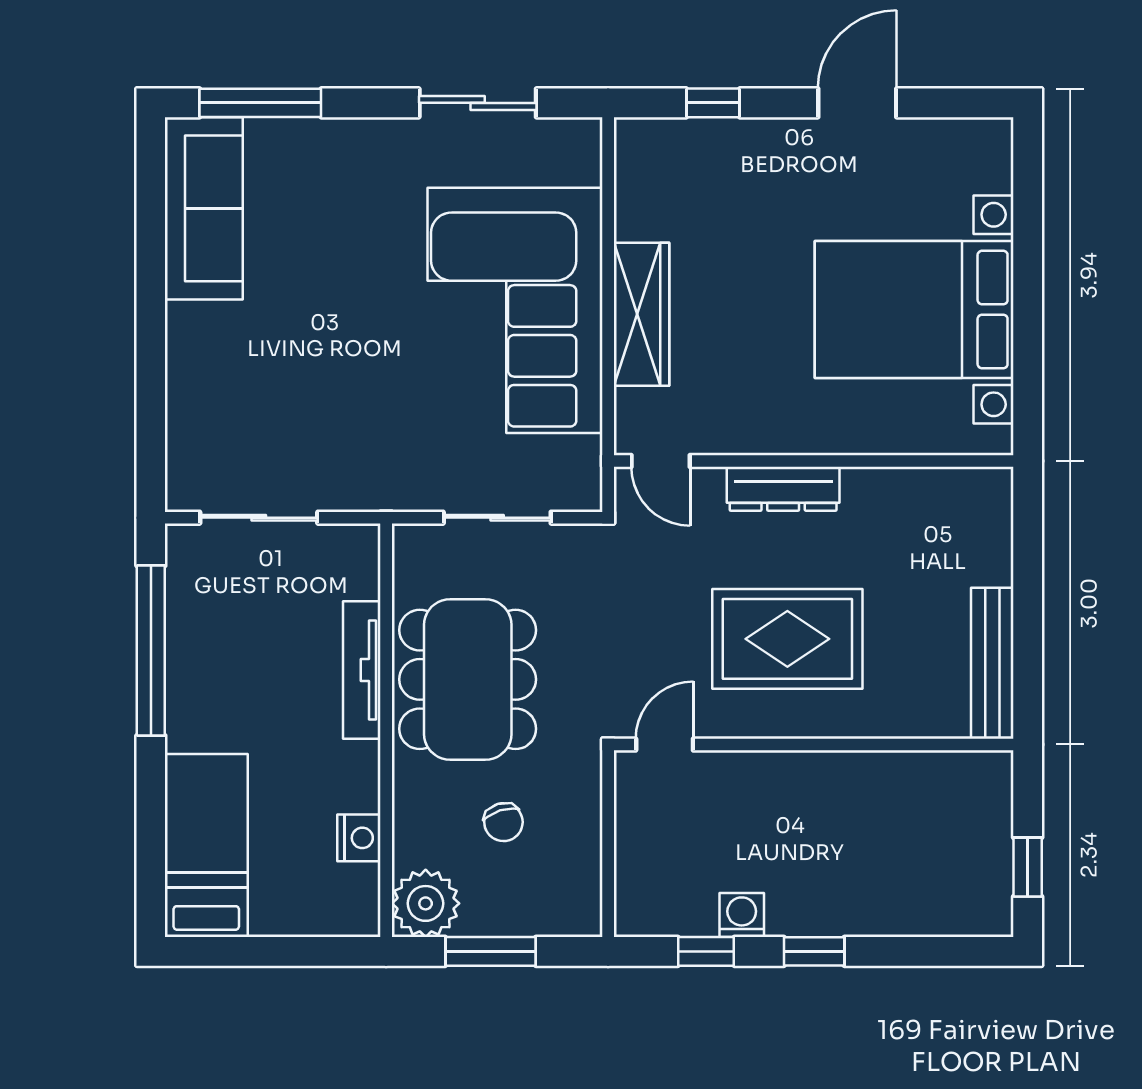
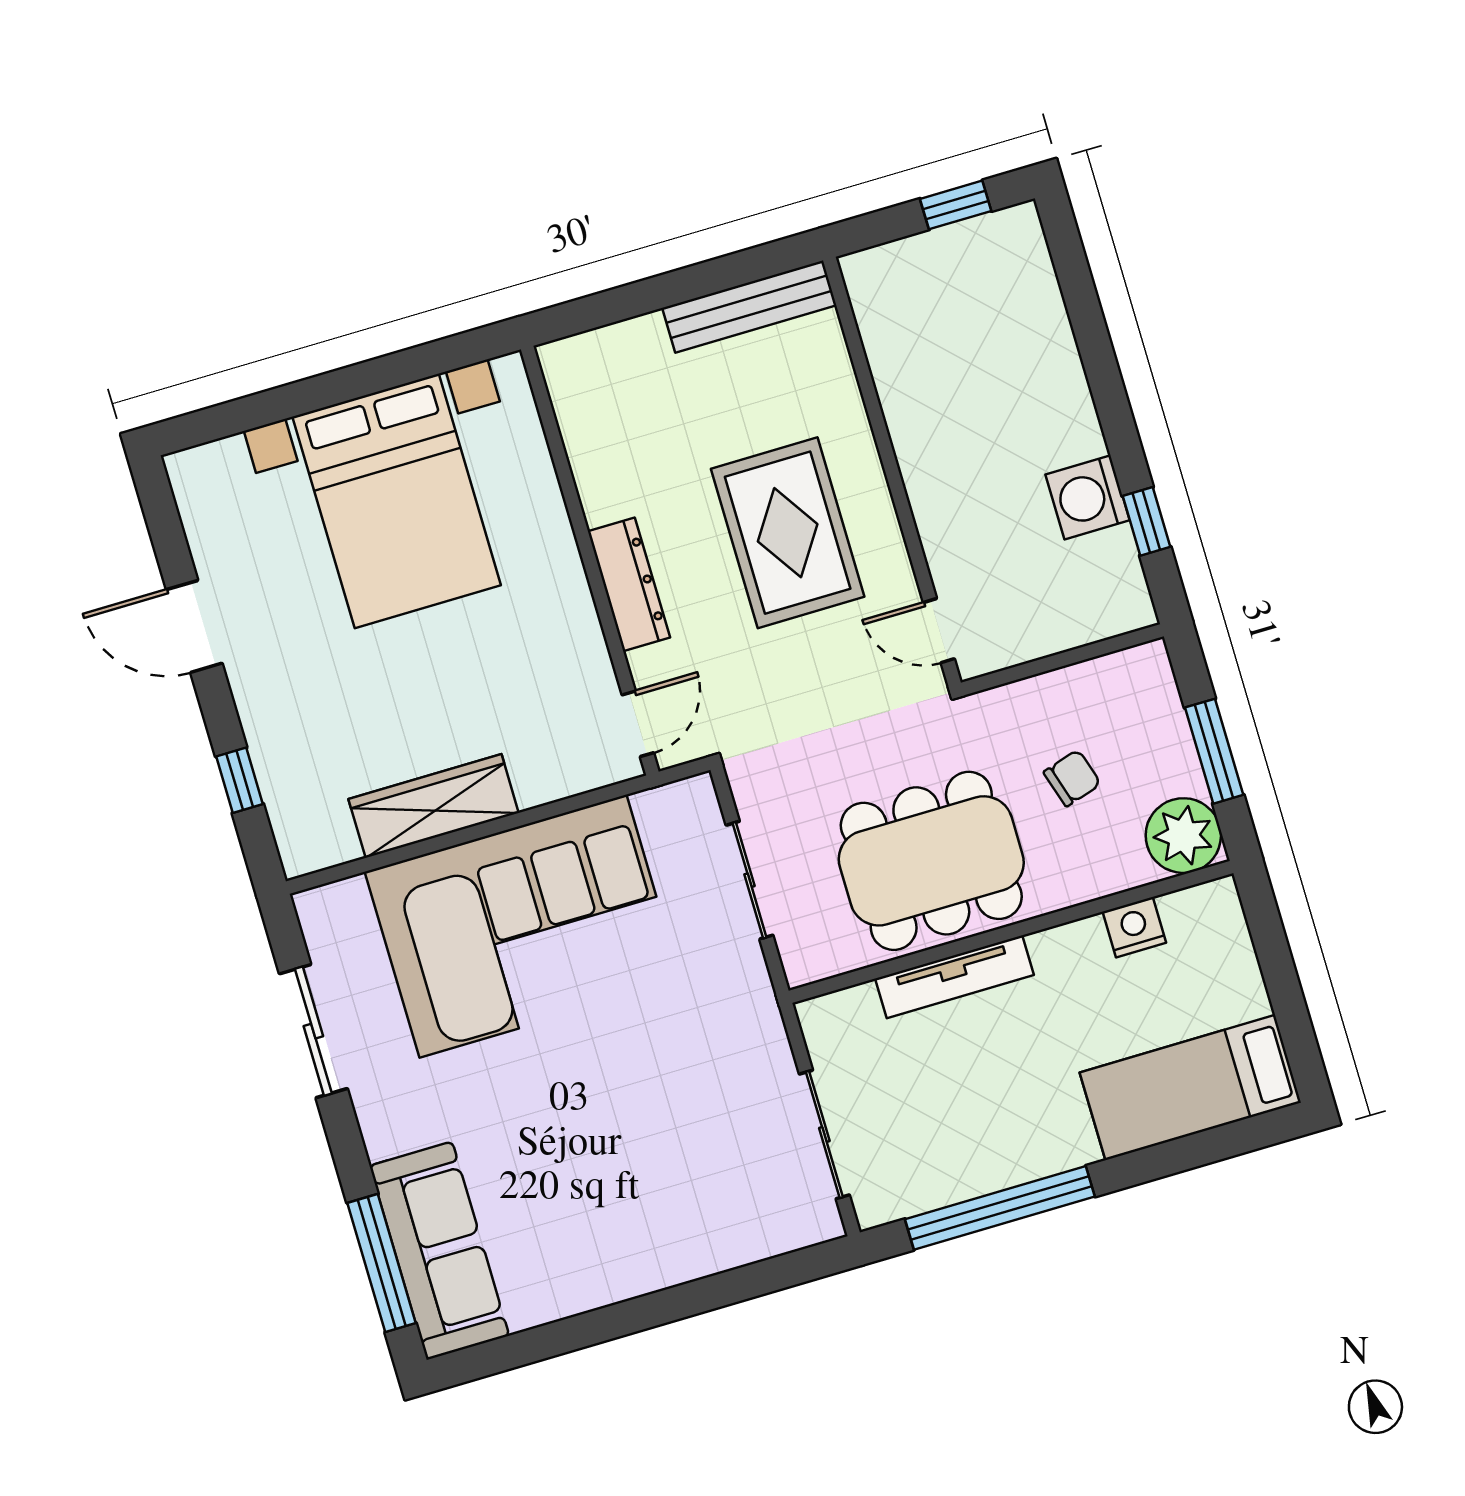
sofa: (204, 208) -> (439, 1251), moved, turned 90
wardrobe: (642, 314) -> (434, 806), moved
washing machine: (742, 915) -> (1088, 497), width x1.38, depth x1.38
window: (814, 951) -> (1113, 406), removed

